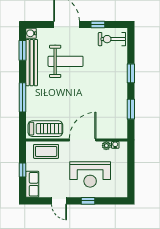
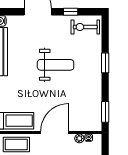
weight bench: (66, 61) -> (56, 65), moved
window: (131, 109) -> (105, 112), moved

